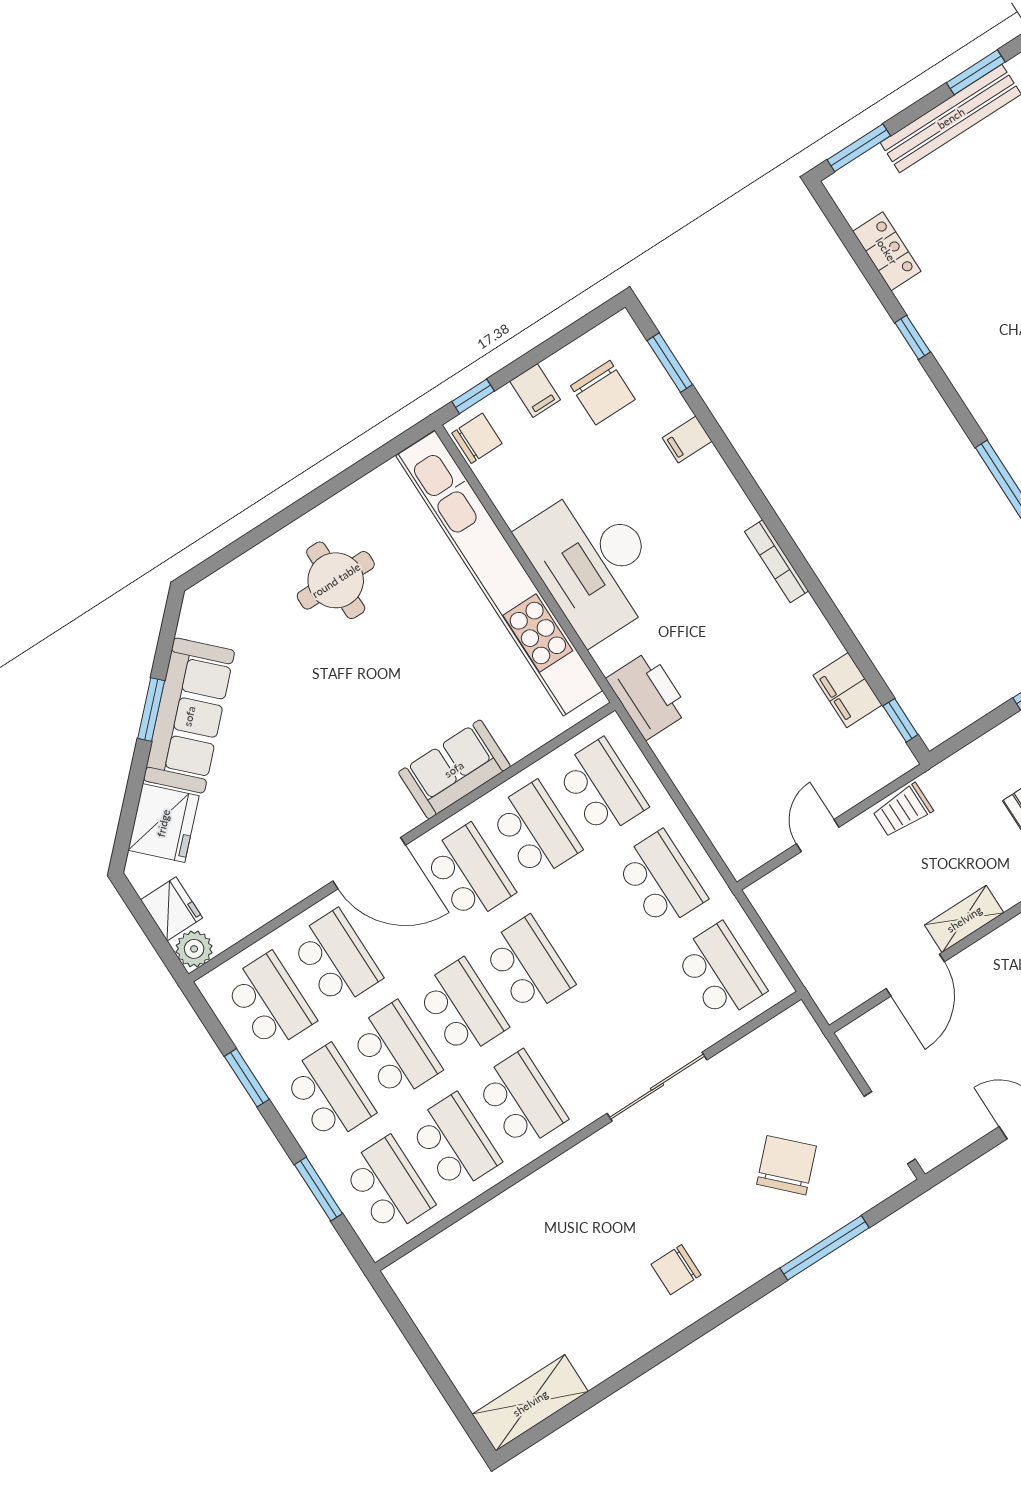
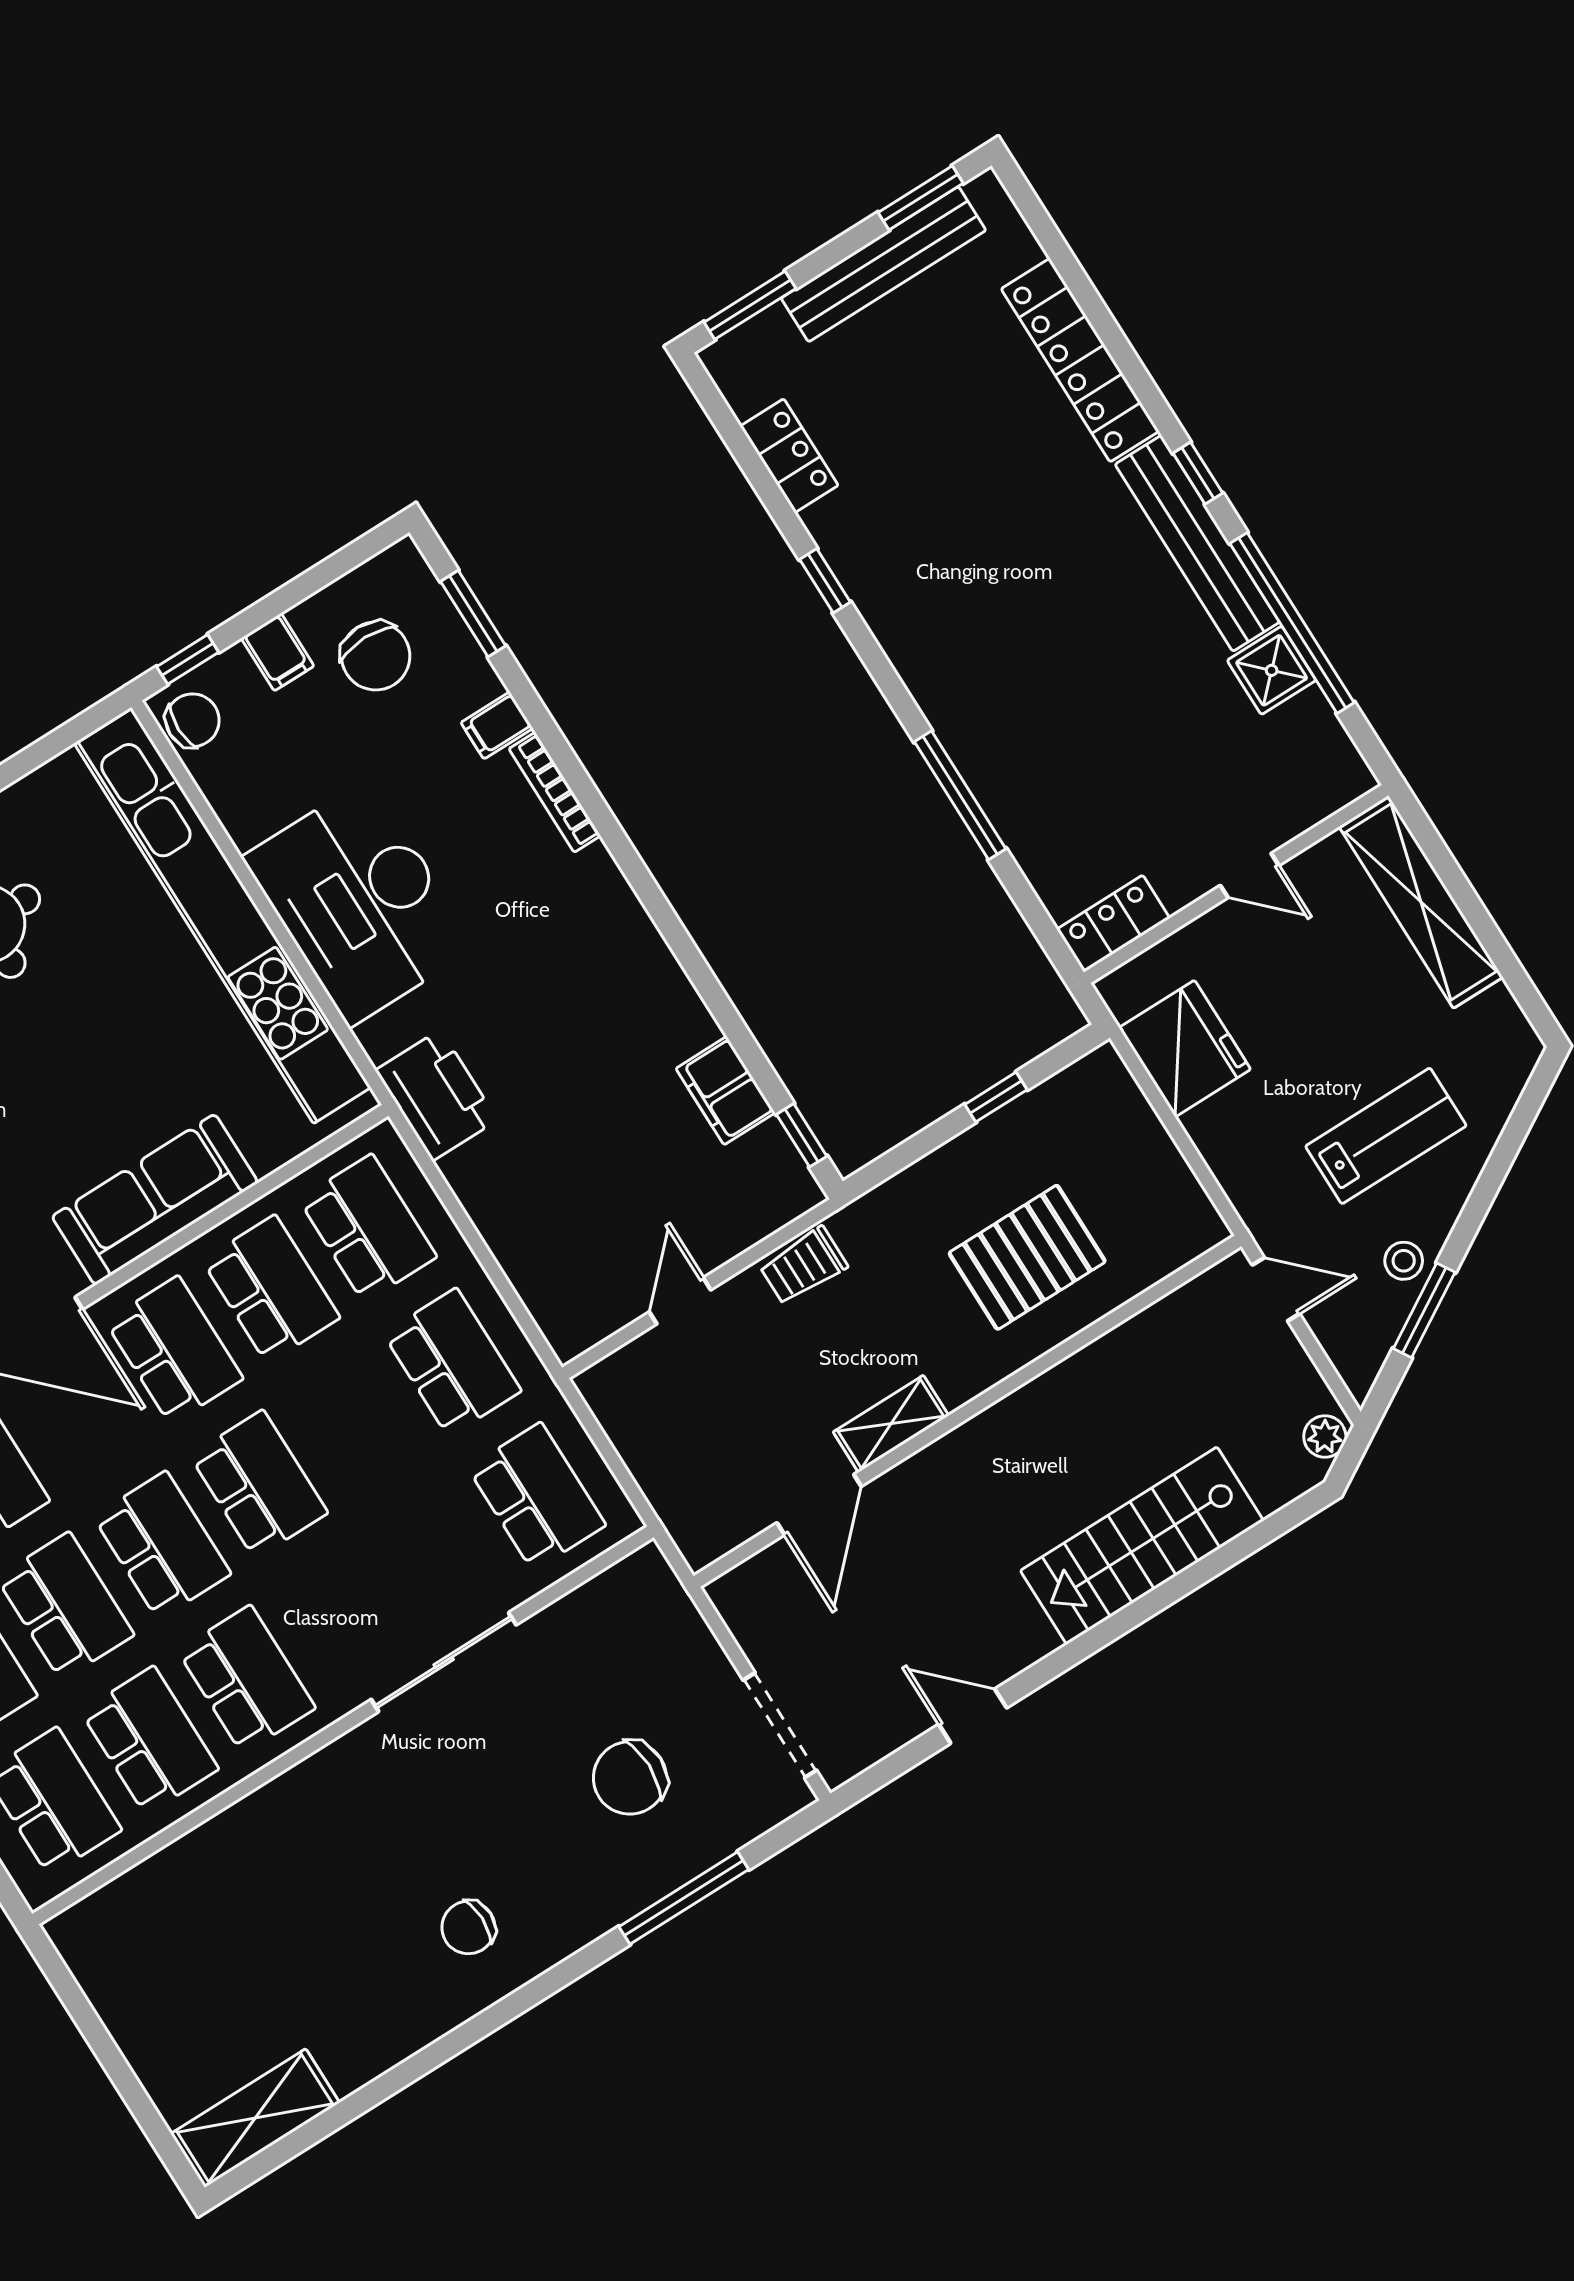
bookcase: (777, 561) -> (555, 792), moved
sofa: (454, 769) -> (155, 1199), width x1.36
chair: (786, 1165) -> (630, 1778), turned -135

